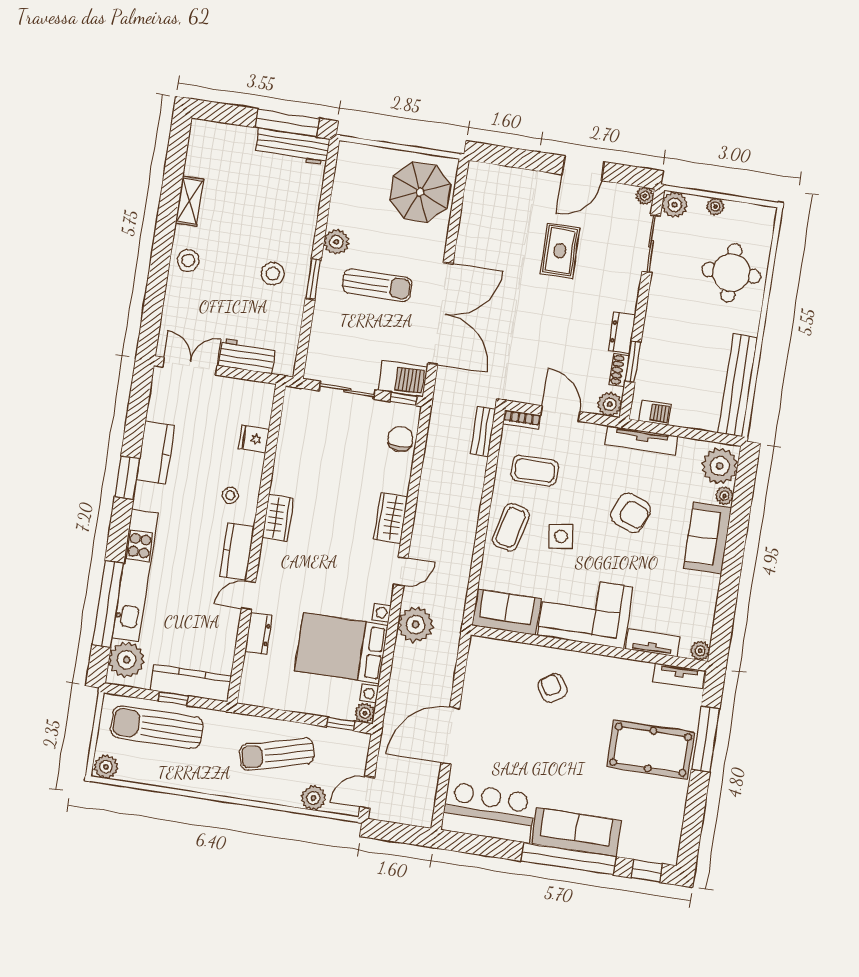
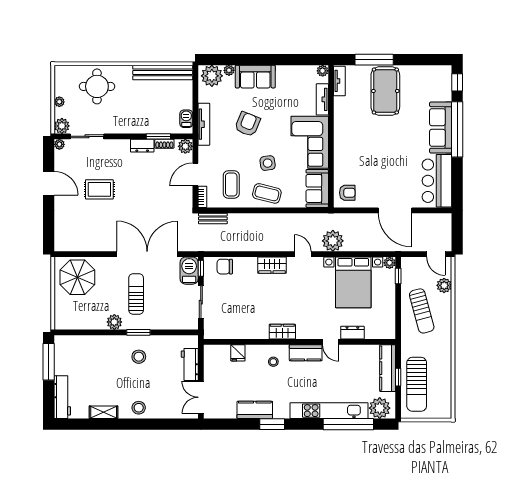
workbench: (292, 147) -> (62, 397), moved
armchair: (552, 688) -> (347, 193), moved, turned -146
plant: (106, 767) -> (445, 411), removed

